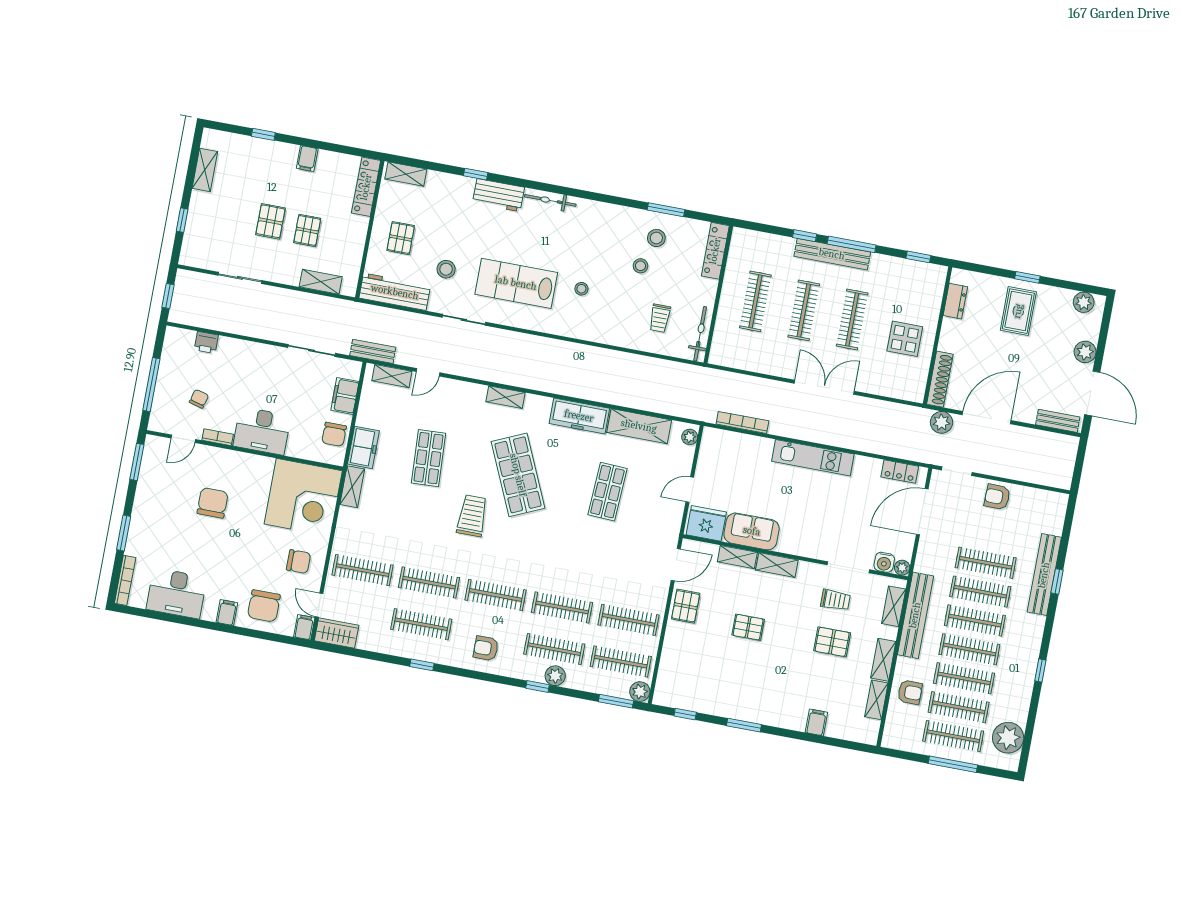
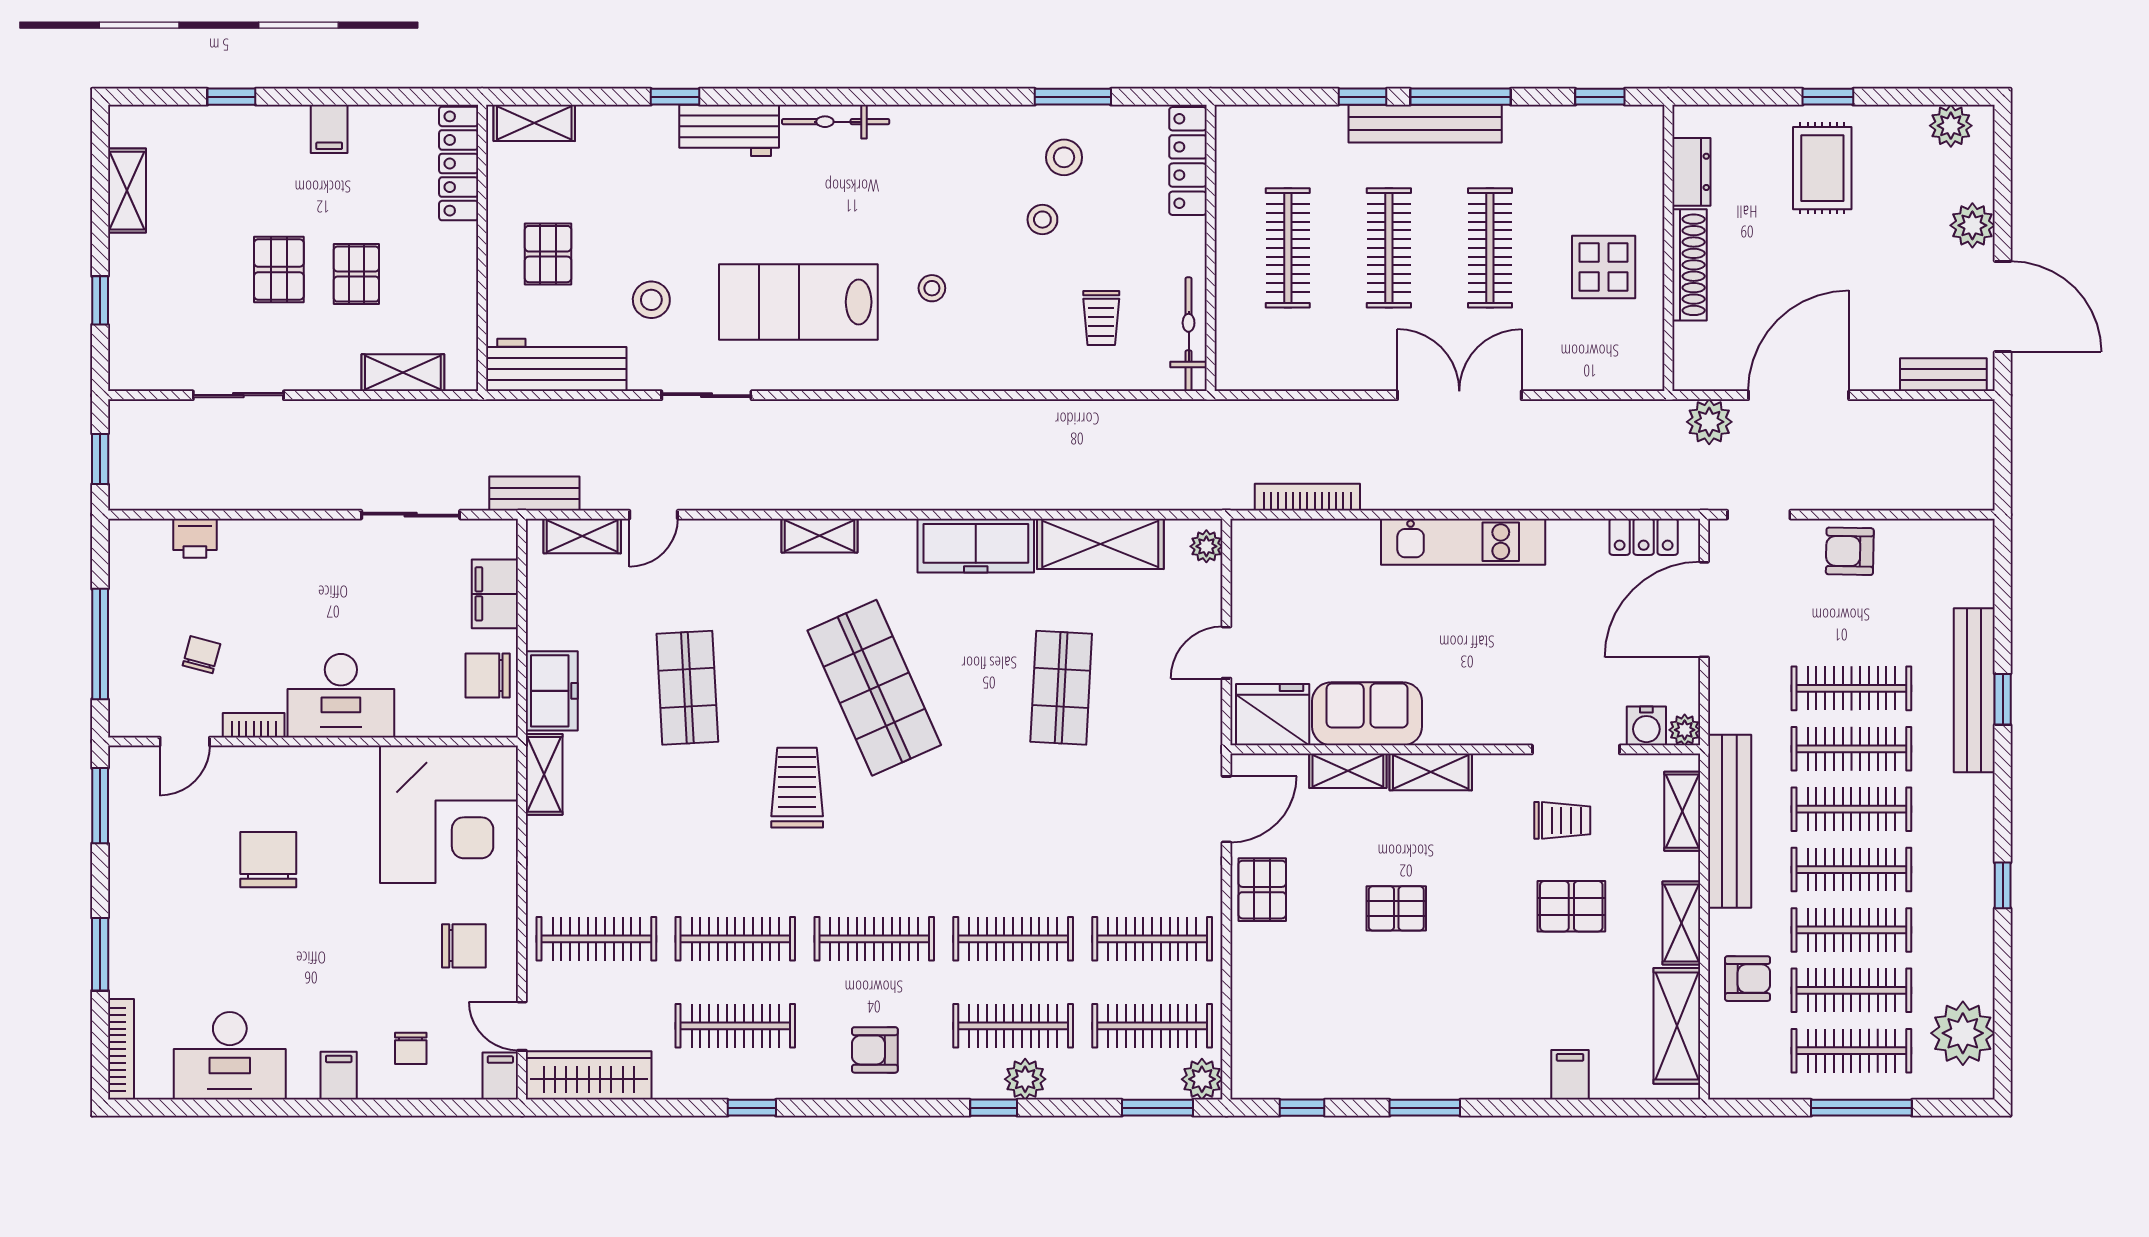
shoe rack: (940, 379) -> (1689, 265), moved
chair: (334, 434) -> (488, 675), turned 90
chair: (264, 606) -> (411, 1048), width x0.54, depth x0.54
wardrobe: (337, 633) -> (589, 1075), width x1.50
shelving: (876, 700) -> (1677, 1026), width x1.50, depth x1.33

